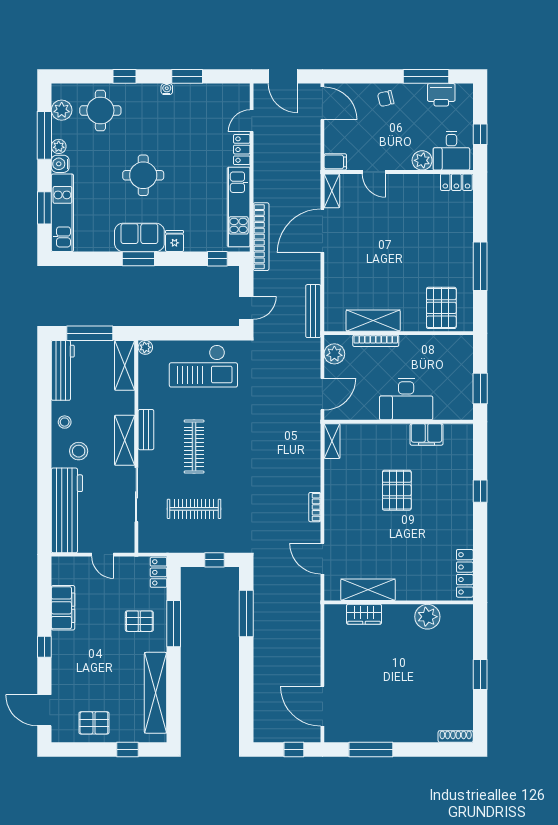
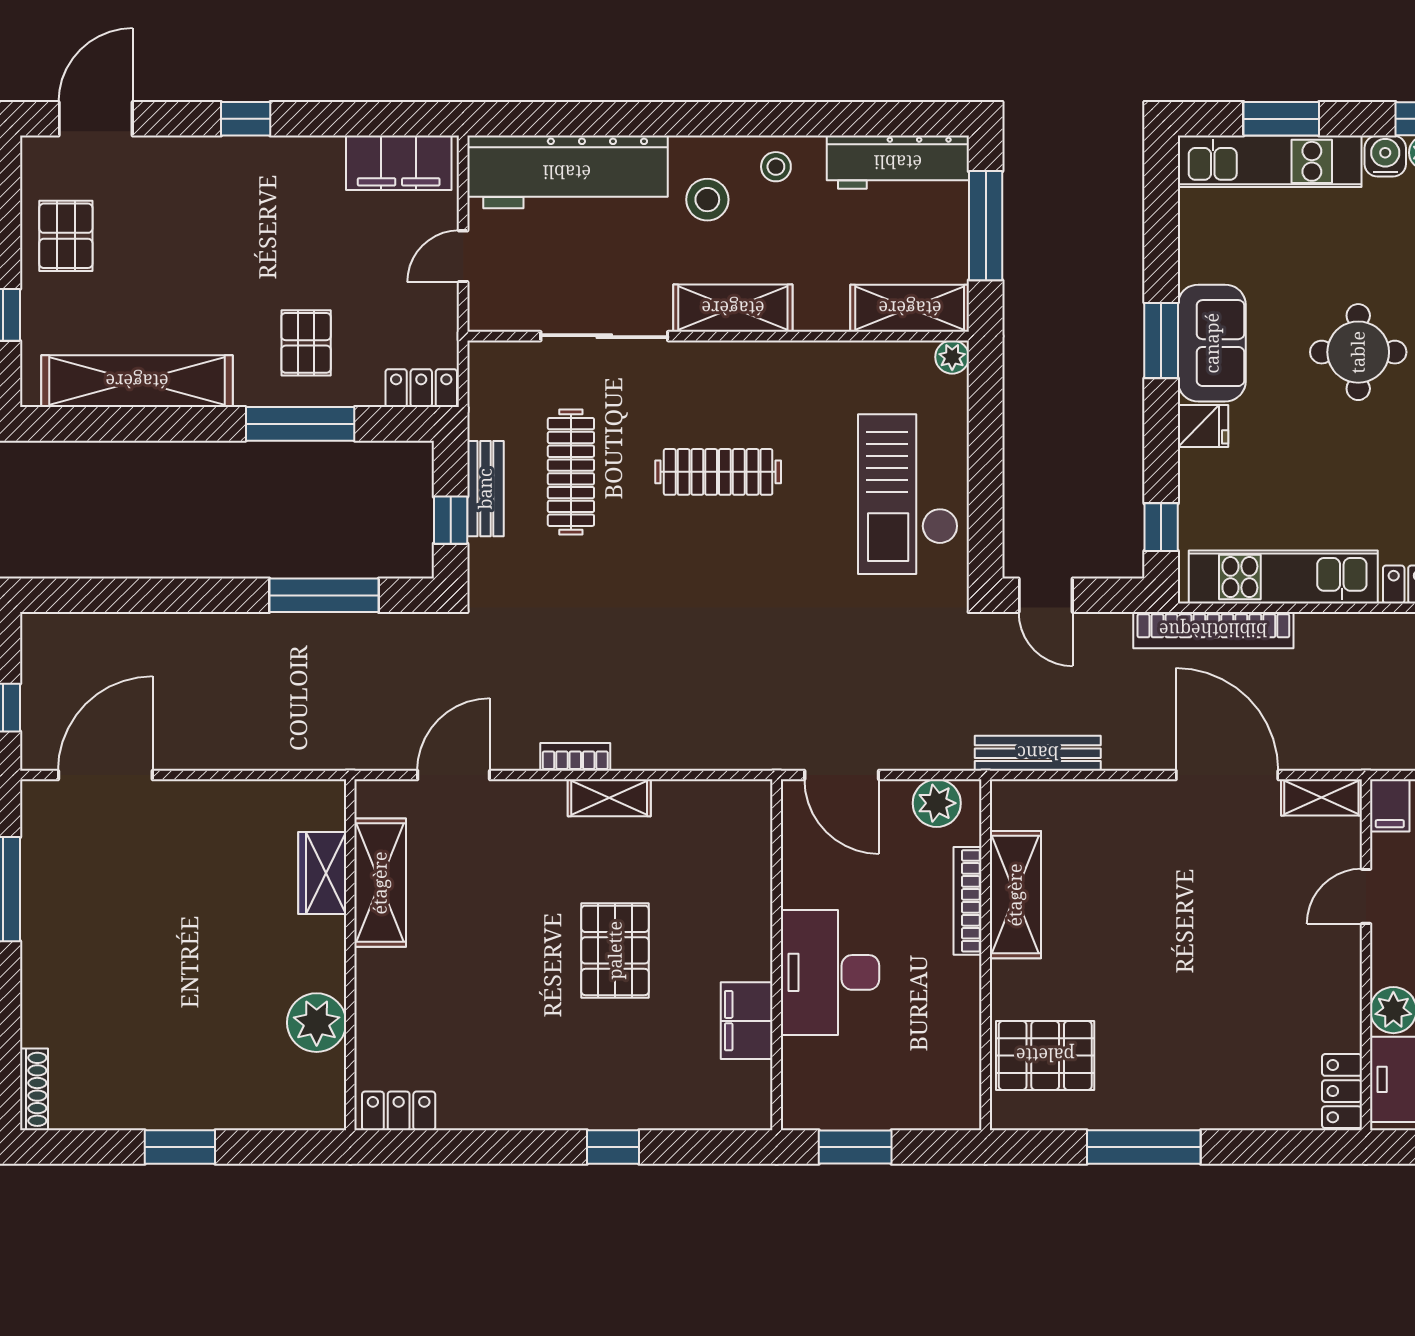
bench: (146, 430) -> (485, 489), moved, turned 90
shelving: (332, 441) -> (609, 798), moved
pallet: (397, 490) -> (615, 950), turned 90
locker: (465, 573) -> (399, 1111), width x0.66
filing cabinet: (63, 608) -> (399, 163), moved

